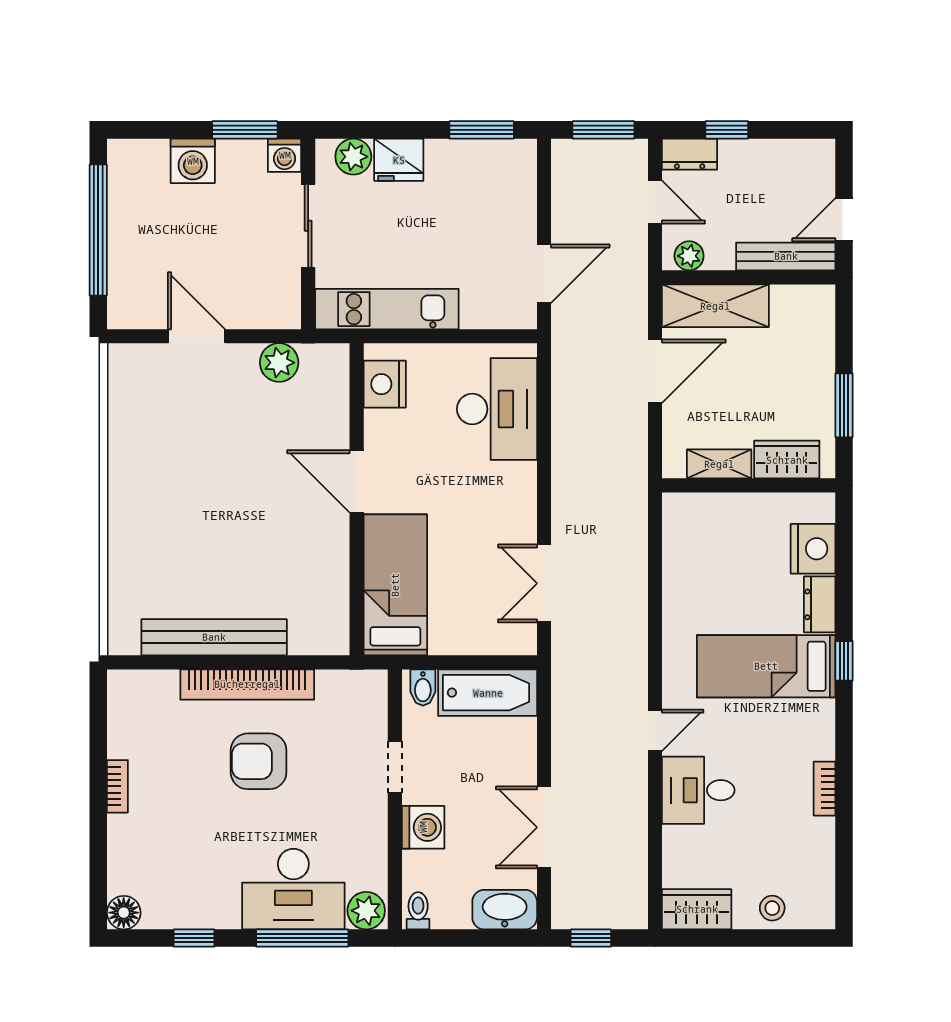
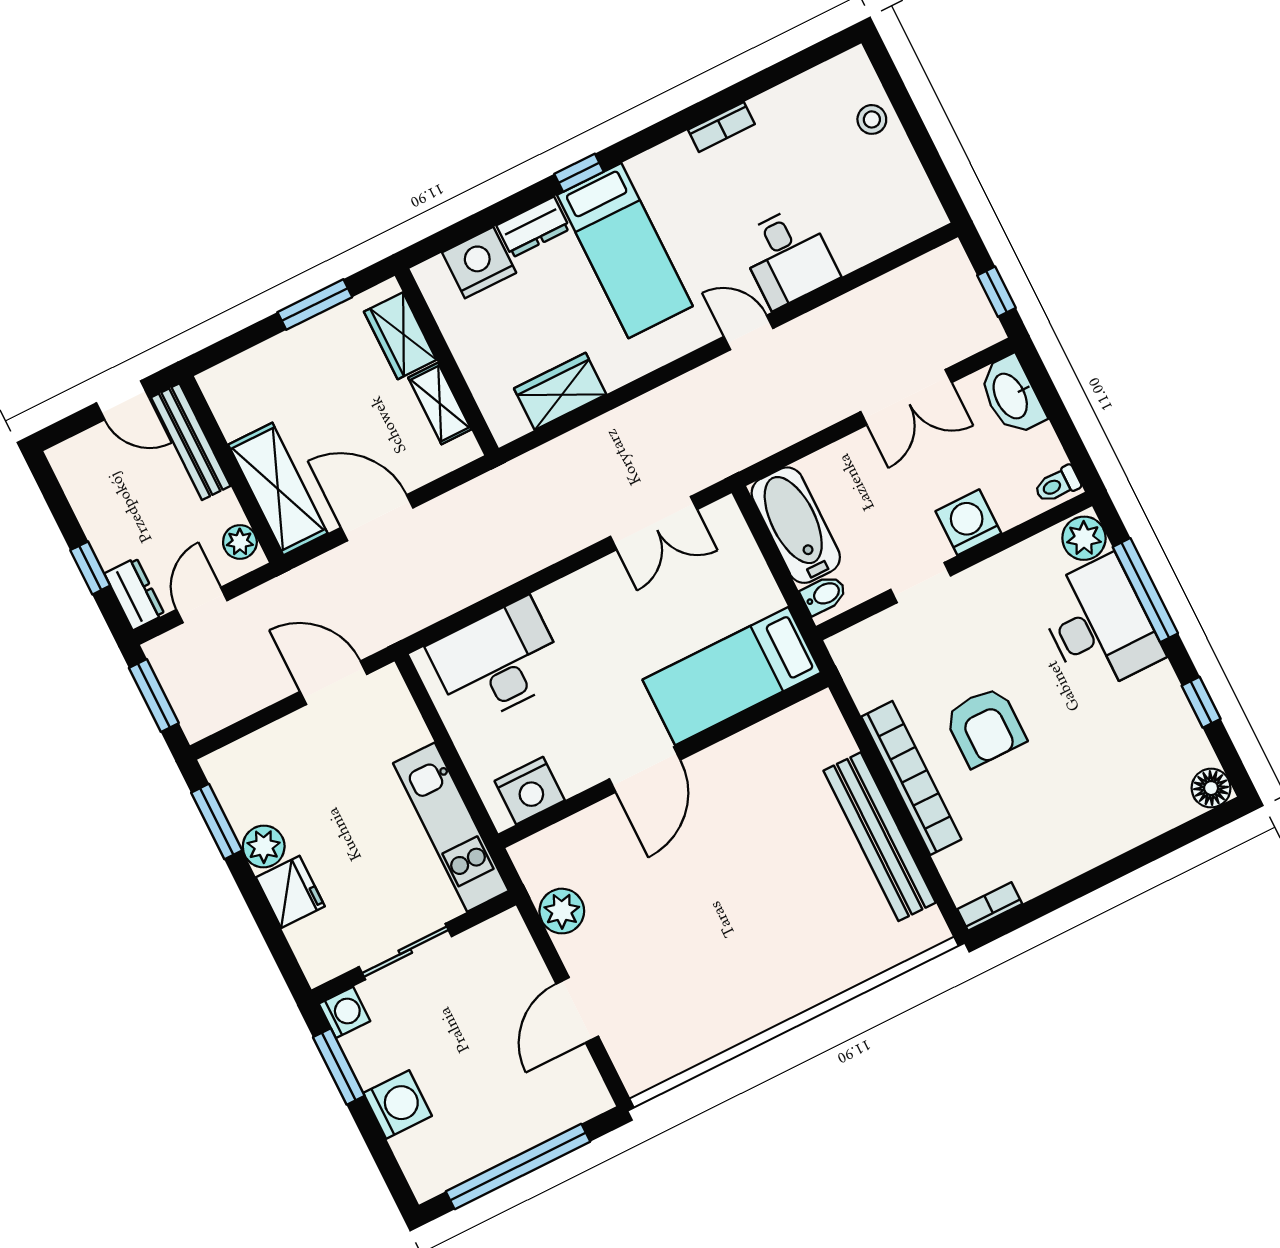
plant: (353, 157) -> (264, 847), moved
bookcase: (117, 786) -> (990, 907), moved
wardrobe: (697, 909) -> (560, 391), moved, turned 90

